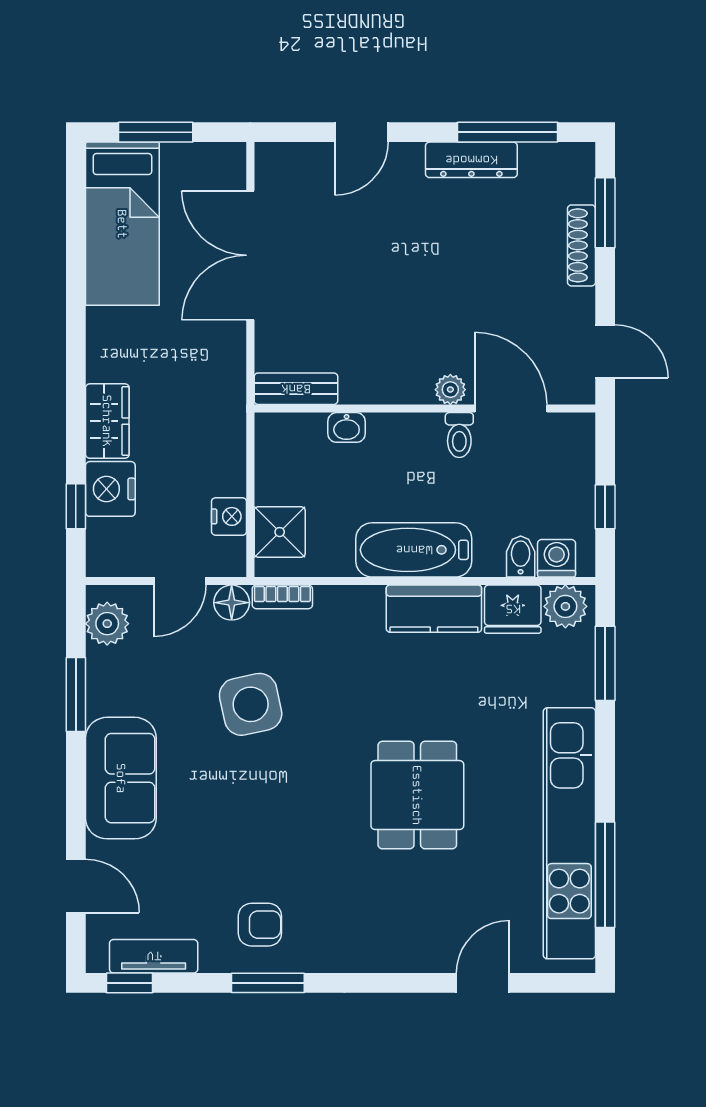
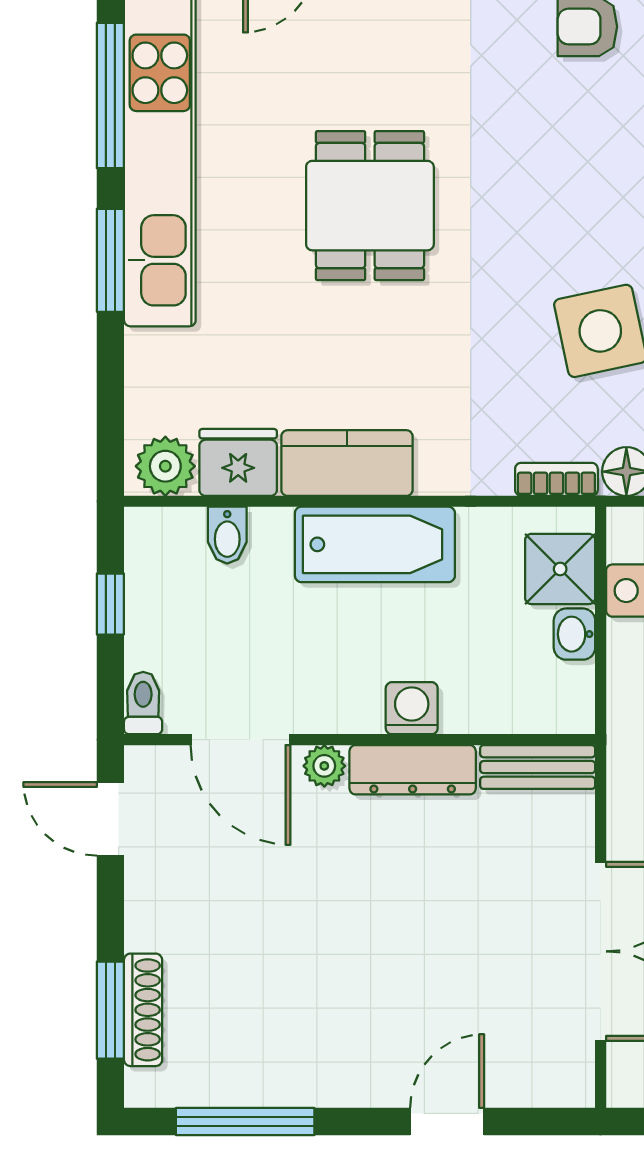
dresser: (471, 160) -> (413, 770), moved, turned 180
shoe rack: (582, 245) -> (143, 1010), moved
washbasin: (347, 427) -> (574, 634), moved, turned -90
toilet: (459, 435) -> (143, 703), moved
washing machine: (557, 558) -> (412, 708), moved, turned 180
window: (605, 663) -> (110, 260), moved

